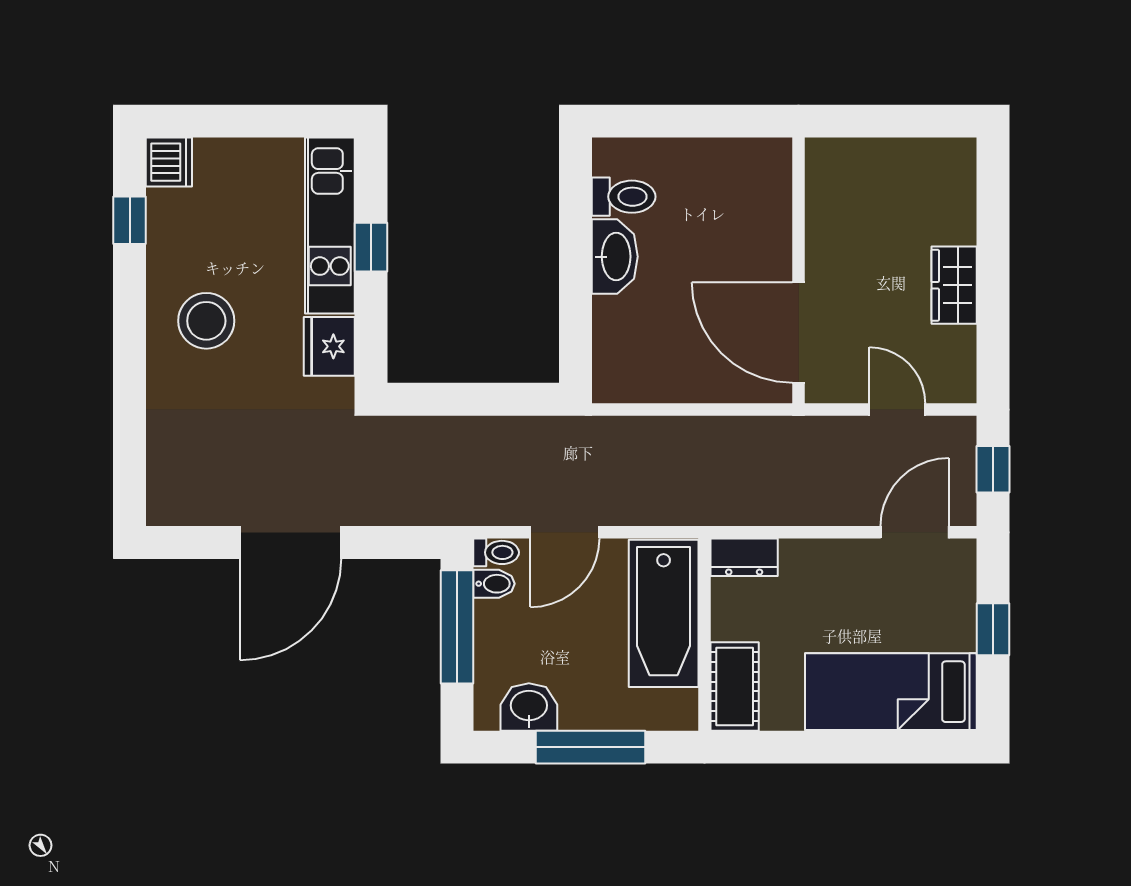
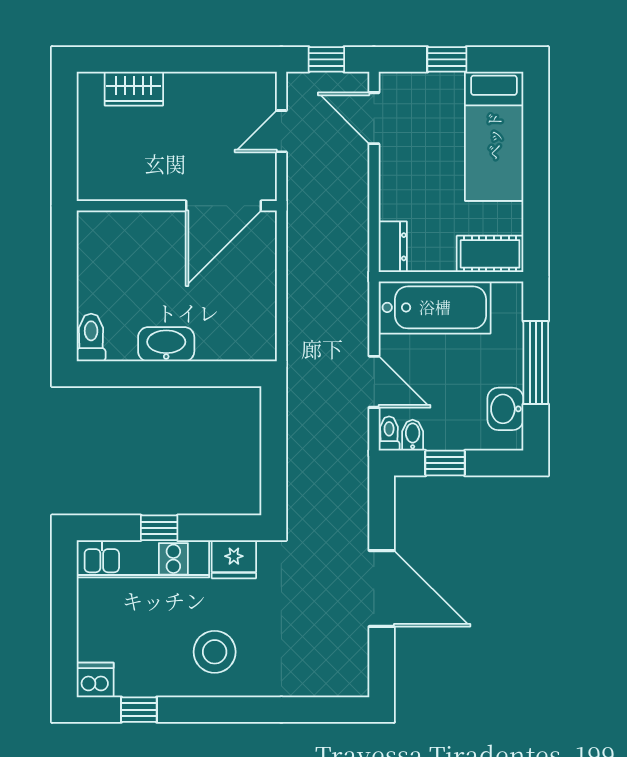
toilet: (624, 197) -> (91, 338), moved
wardrobe: (954, 285) -> (134, 89), moved
window: (457, 627) -> (445, 463), width x0.46

